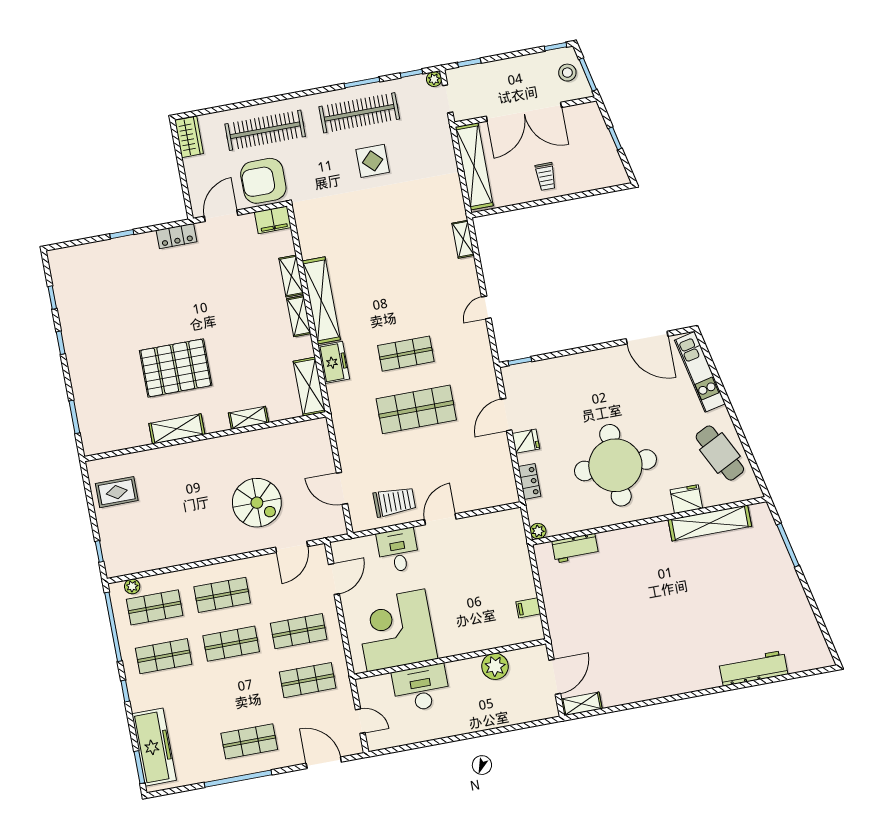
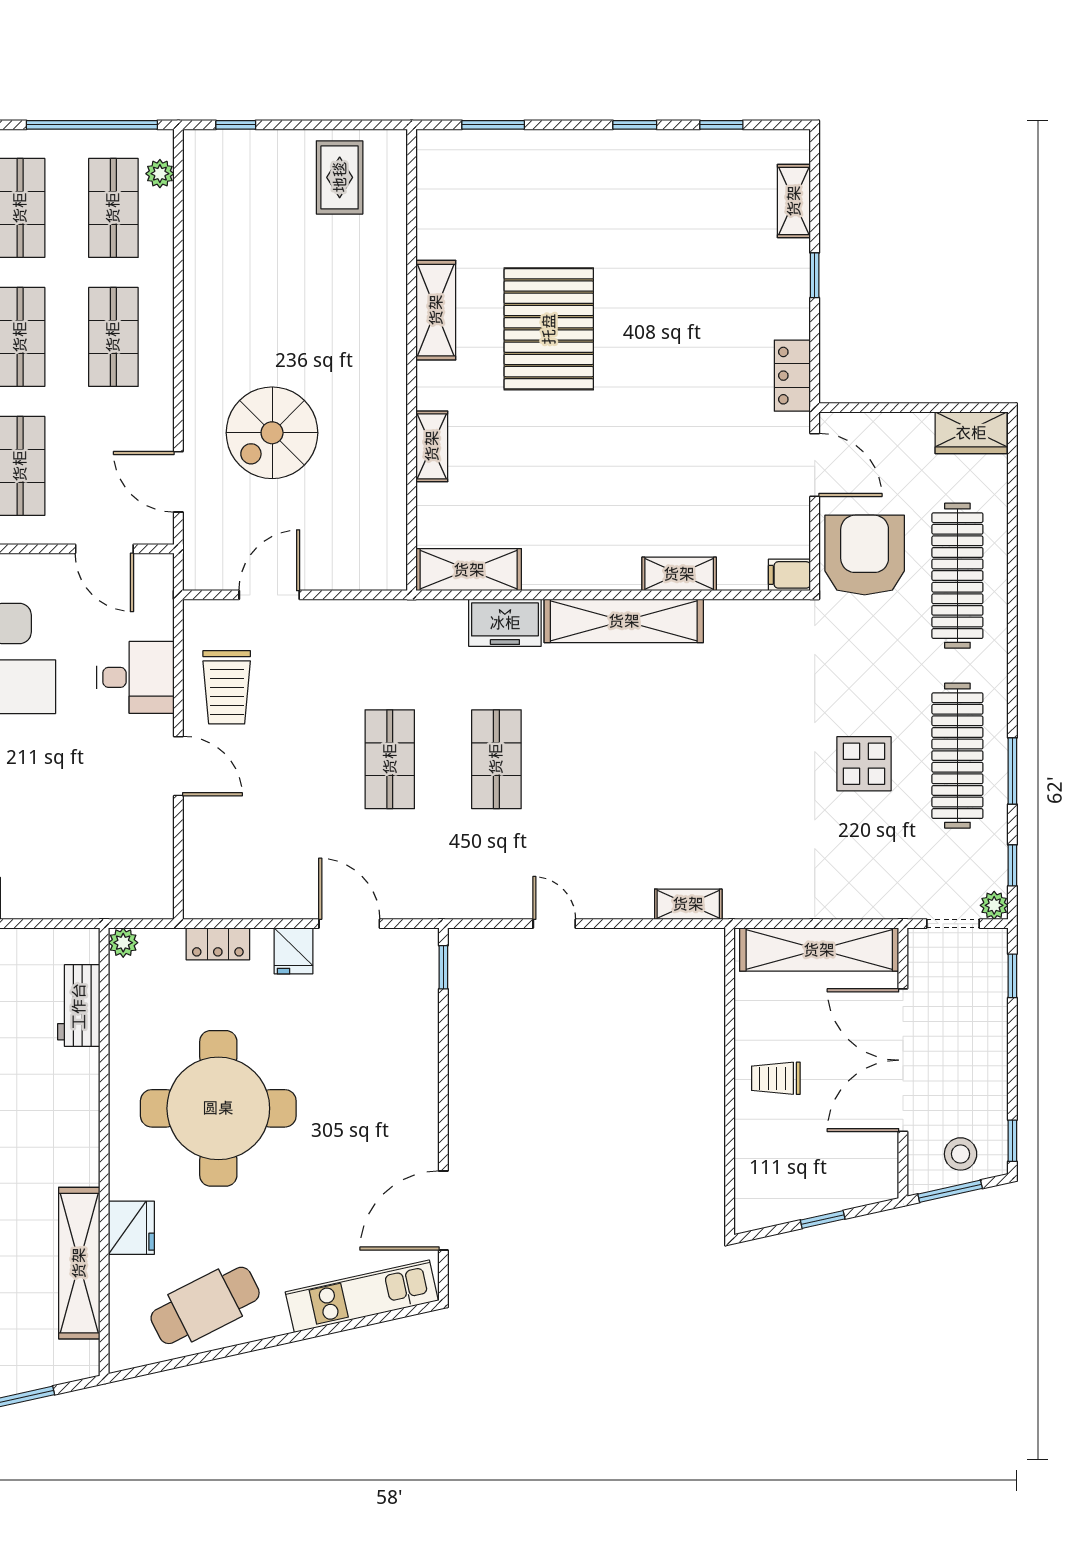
filing cabinet: (273, 220) -> (789, 575), width x0.50
shelving: (299, 316) -> (794, 201), moved, turned 90
shop shelf: (416, 409) -> (390, 759), width x0.70, depth x0.74

